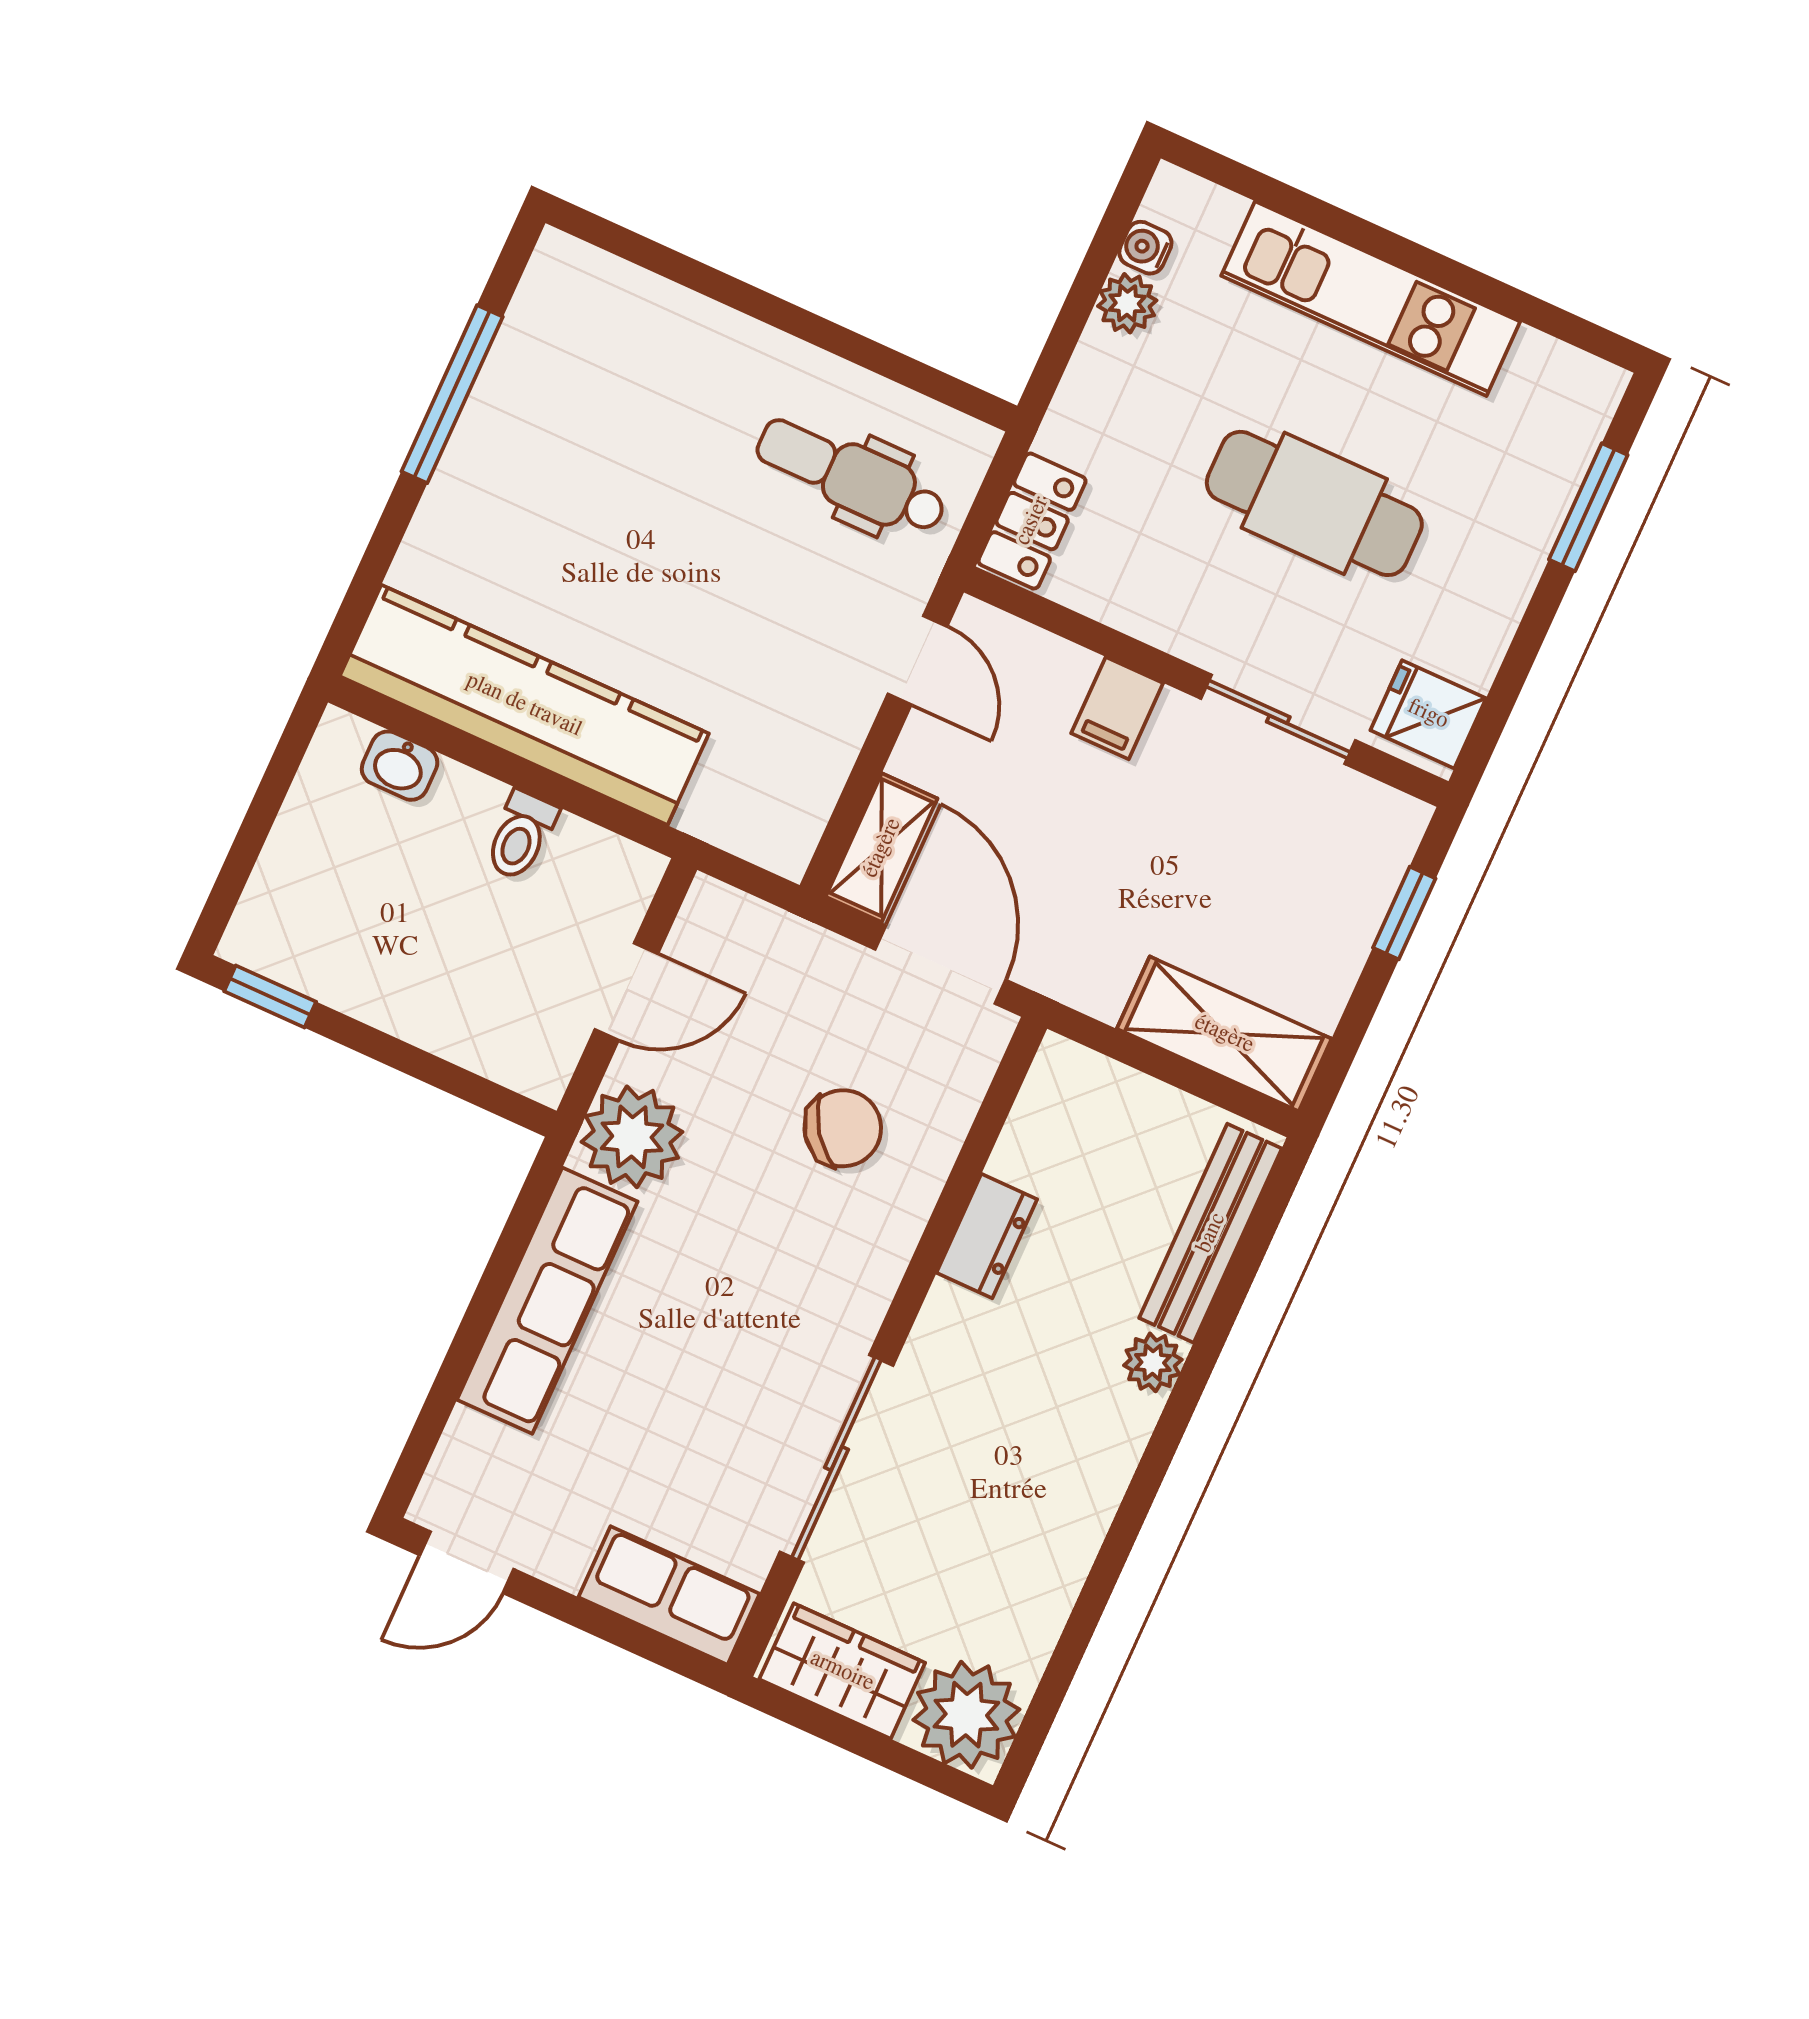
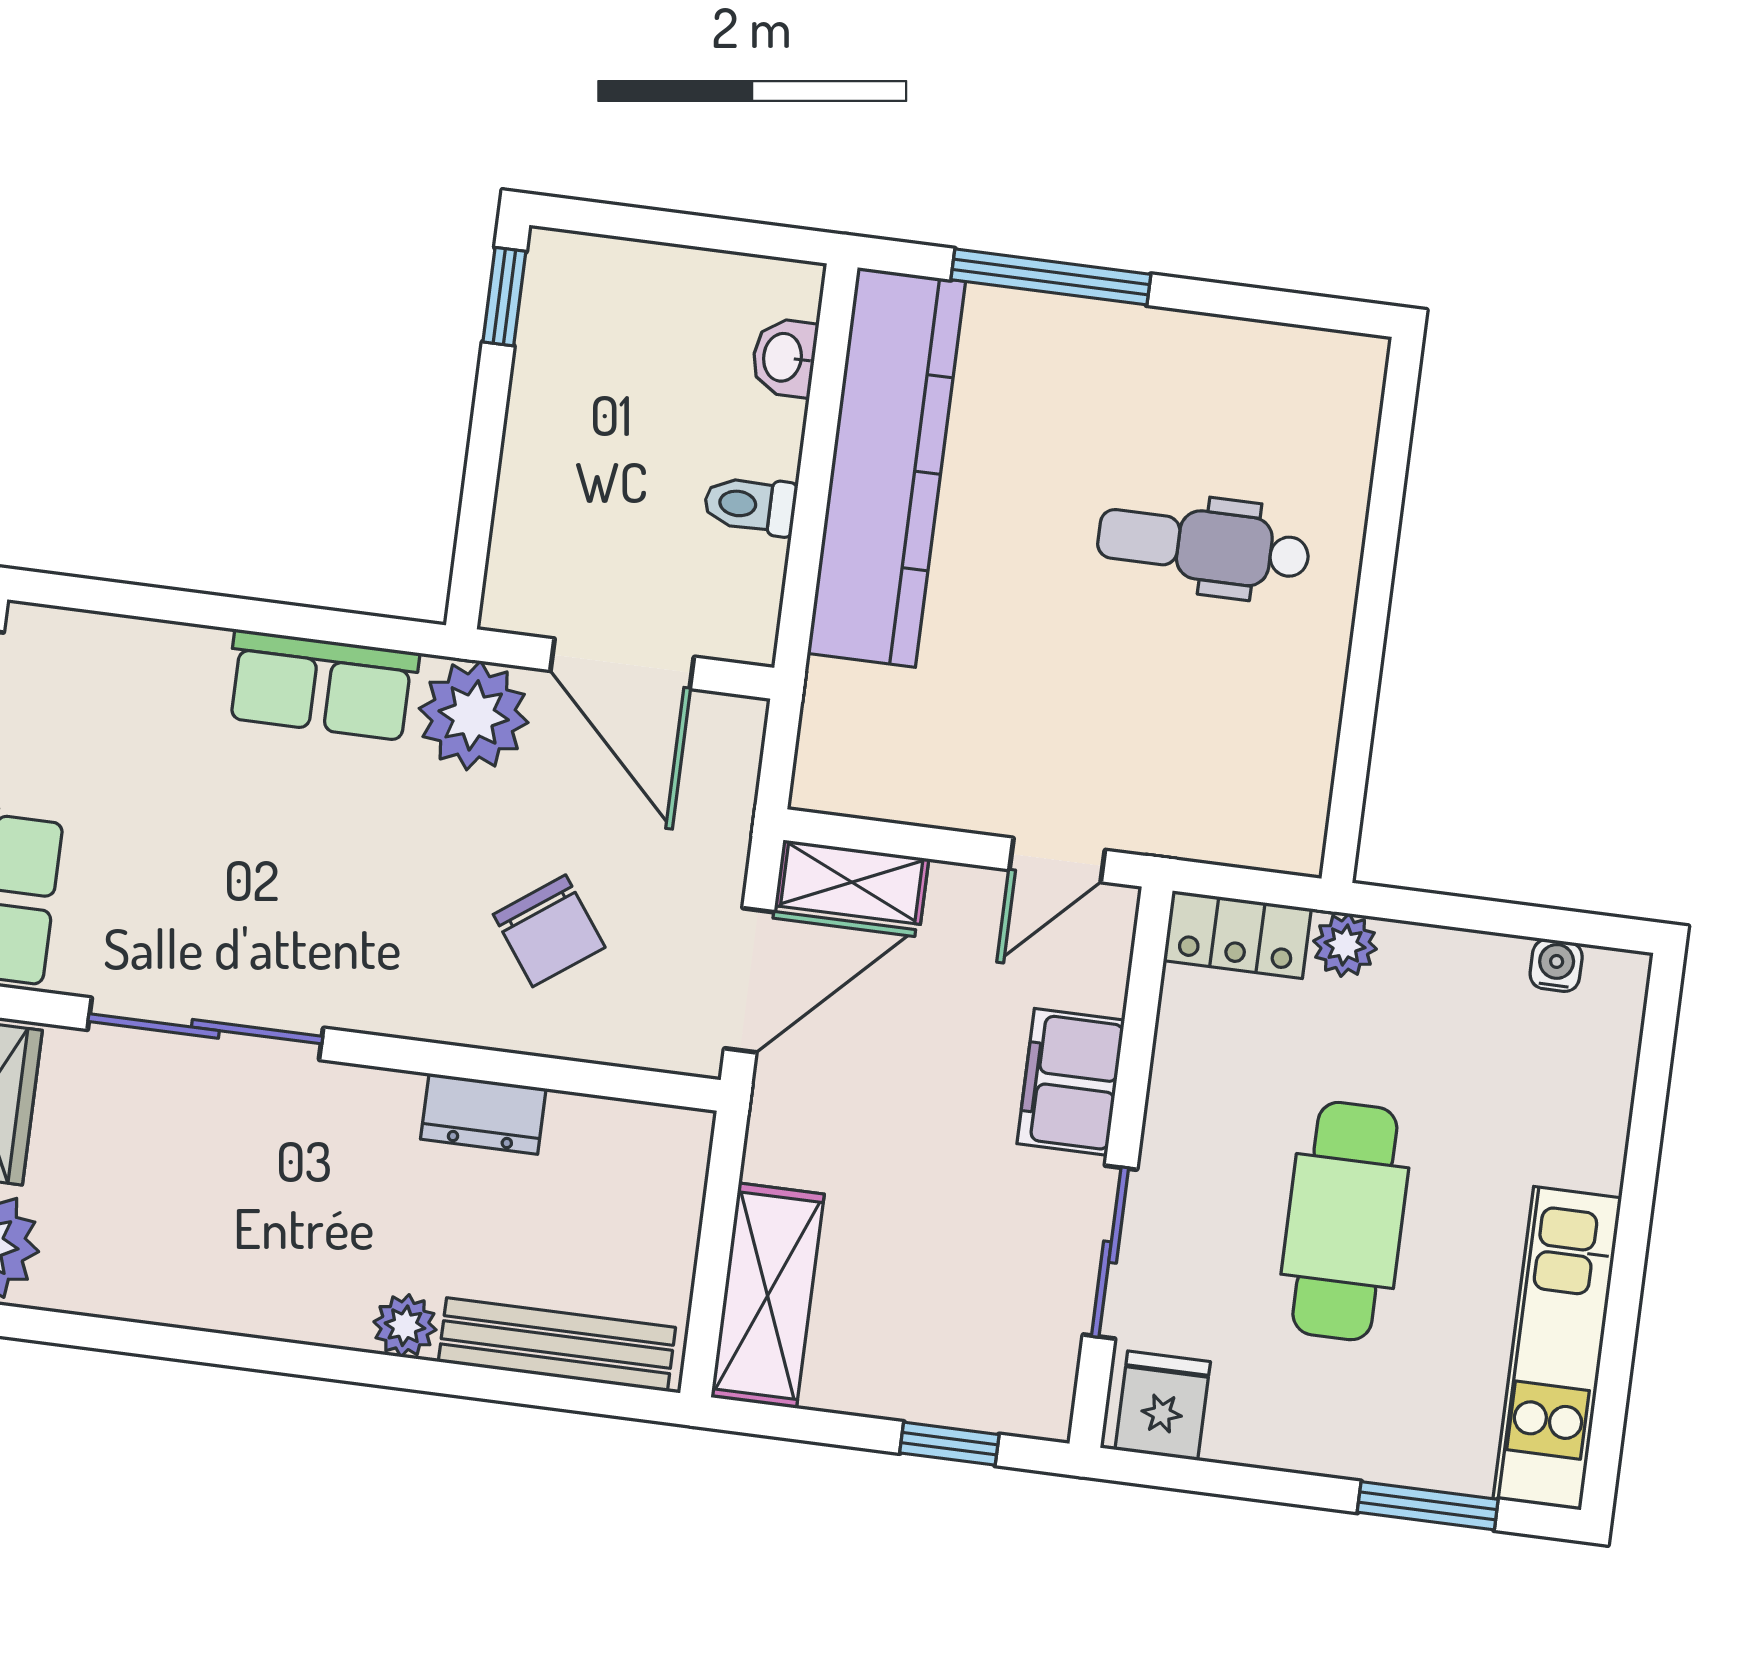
kitchen unit: (1371, 299) -> (1557, 1348), moved
plant: (1127, 303) -> (1345, 945), moved
window: (452, 394) -> (1051, 277), moved
dental chair: (851, 476) -> (1203, 546), moved, turned -90
filing cabinet: (1117, 708) -> (1071, 1082), width x2.00
door: (626, 992) -> (622, 664), width x1.38
row of seats: (547, 1301) -> (322, 685), width x0.68

